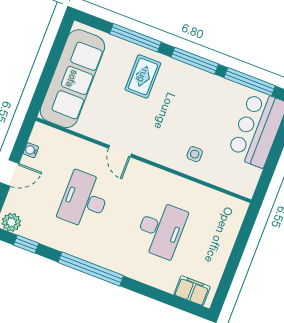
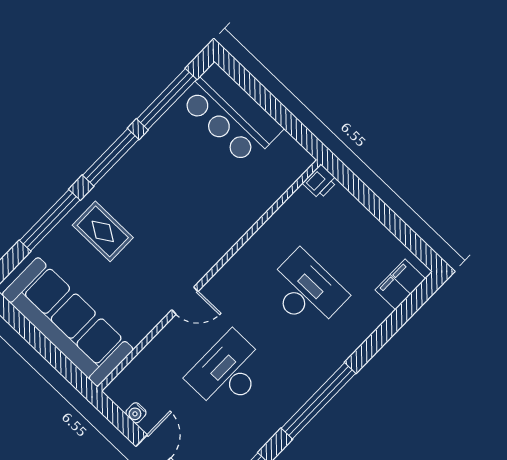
side table: (195, 154) -> (229, 208), removed
desk: (84, 200) -> (228, 372), turned 90
printer: (238, 208) -> (320, 182), added

